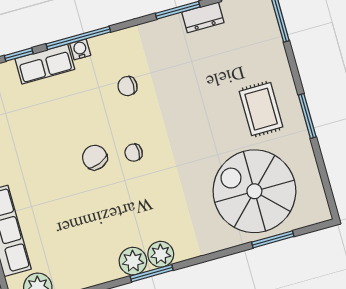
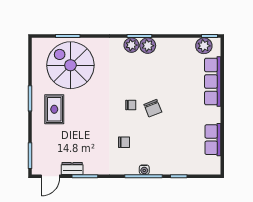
row of seats: (45, 64) -> (166, 167), removed
spiral stairs: (254, 191) -> (70, 65), turned 180

